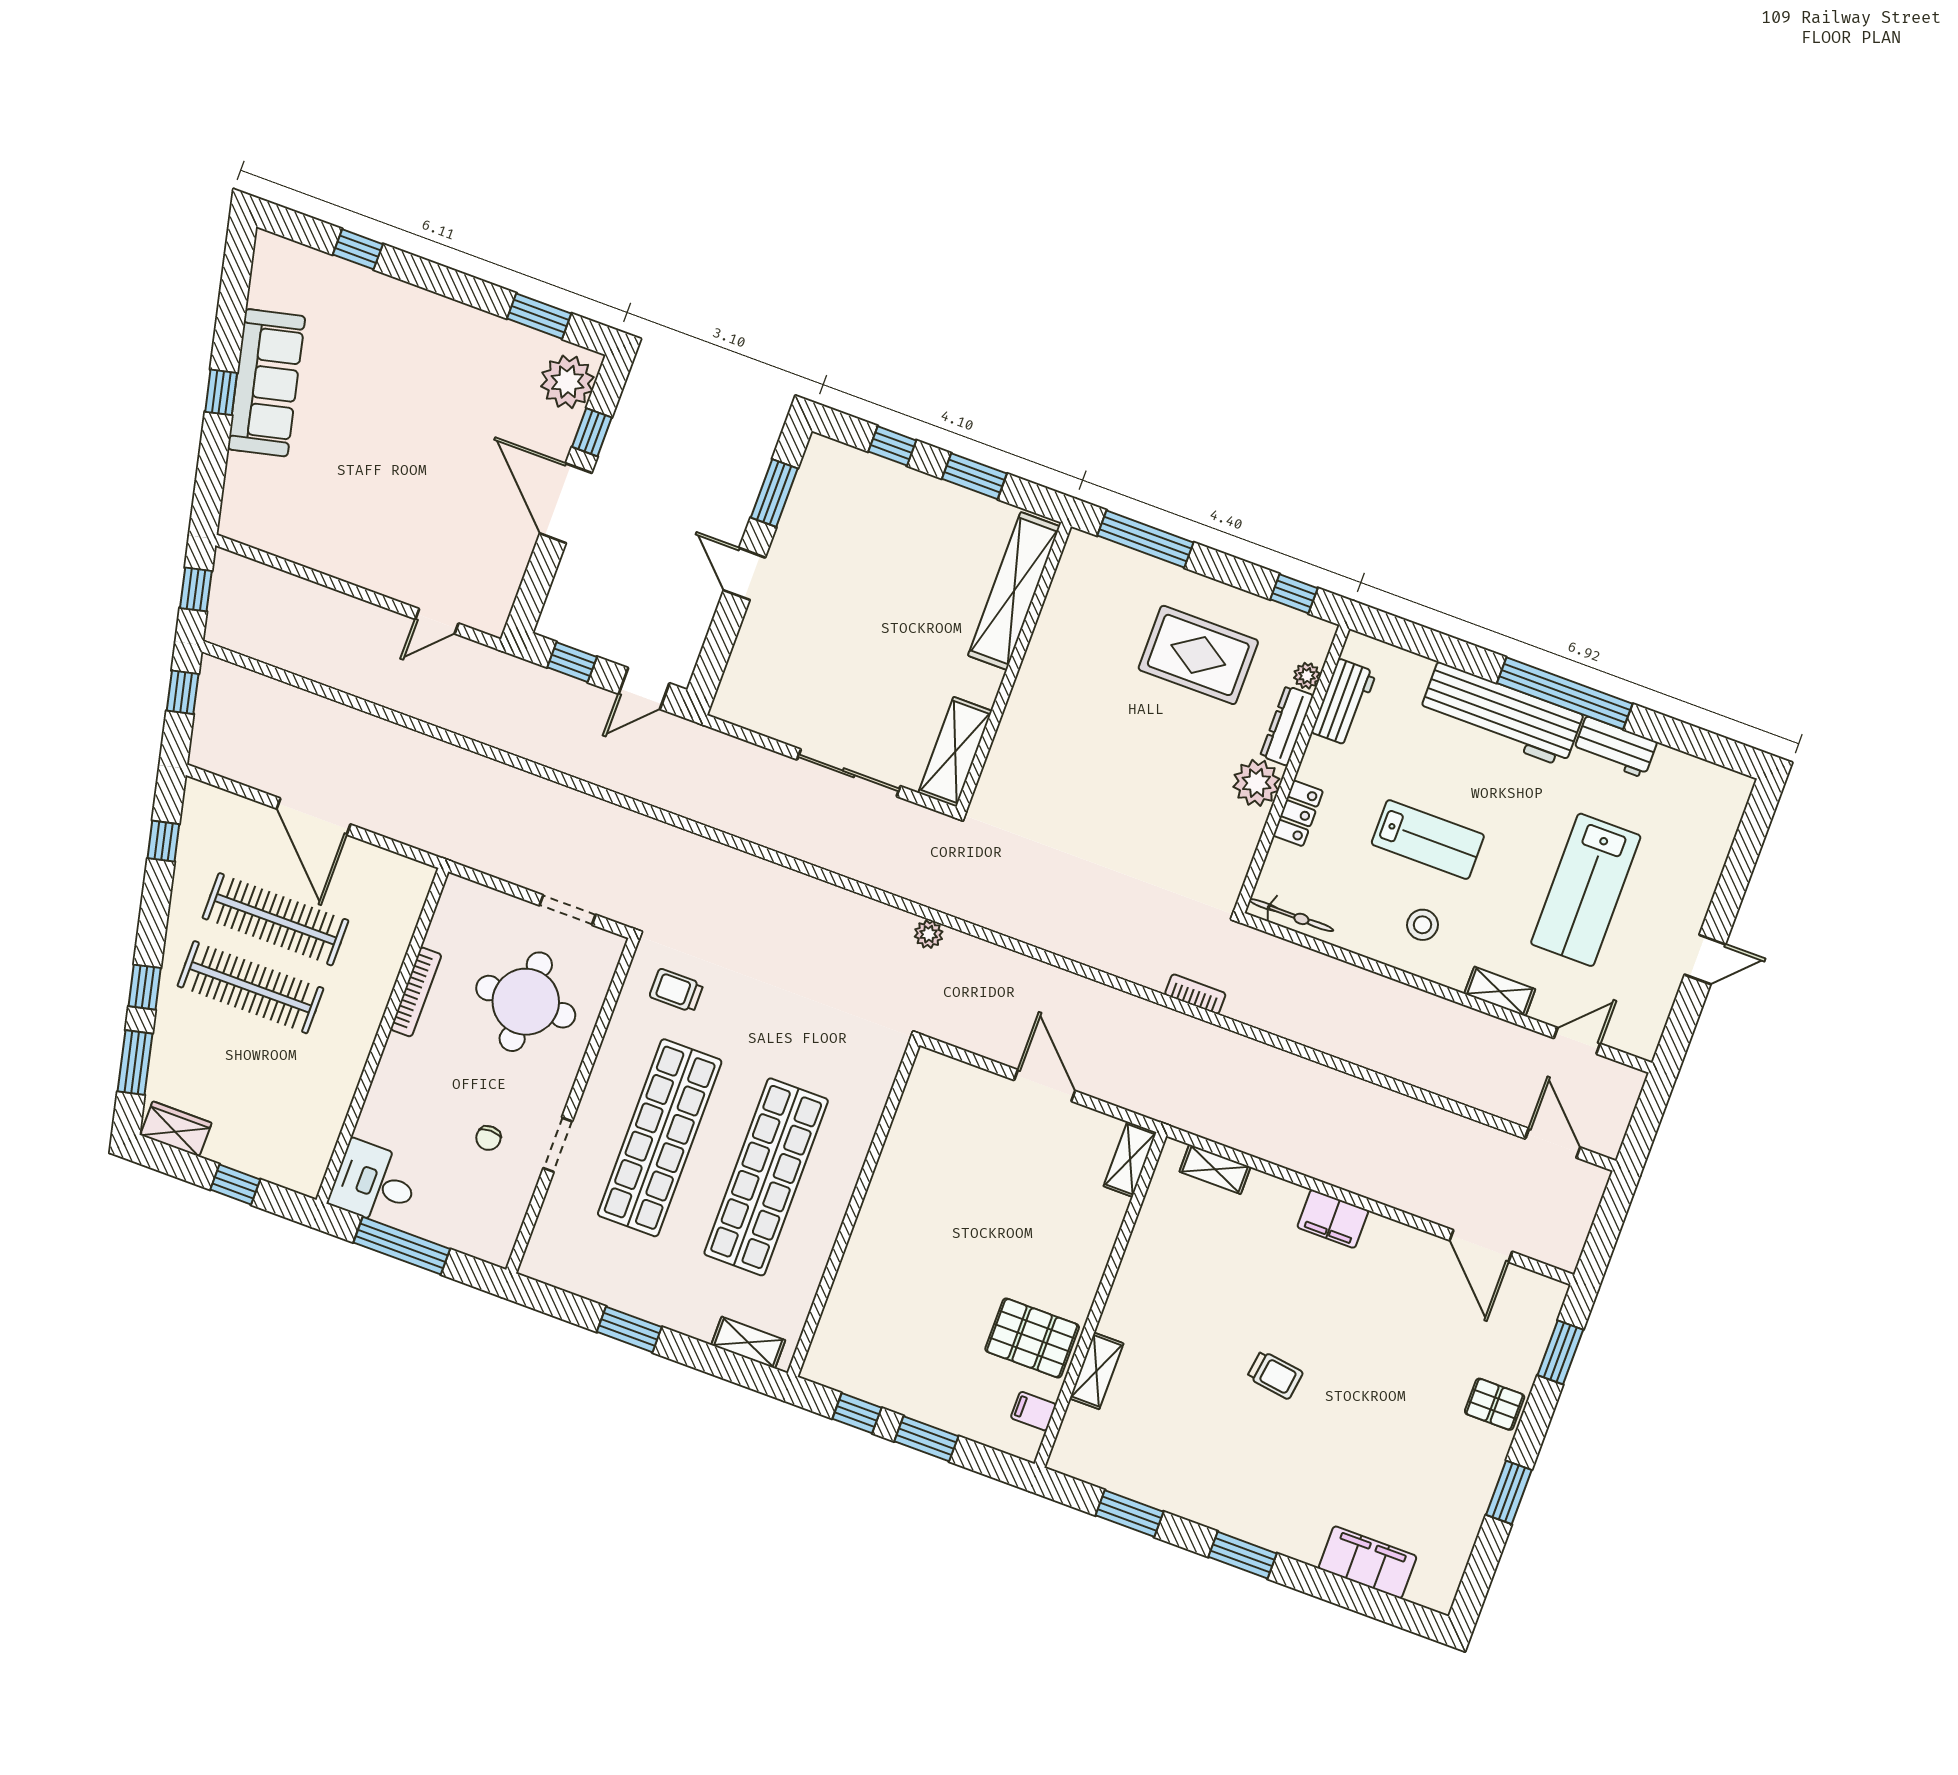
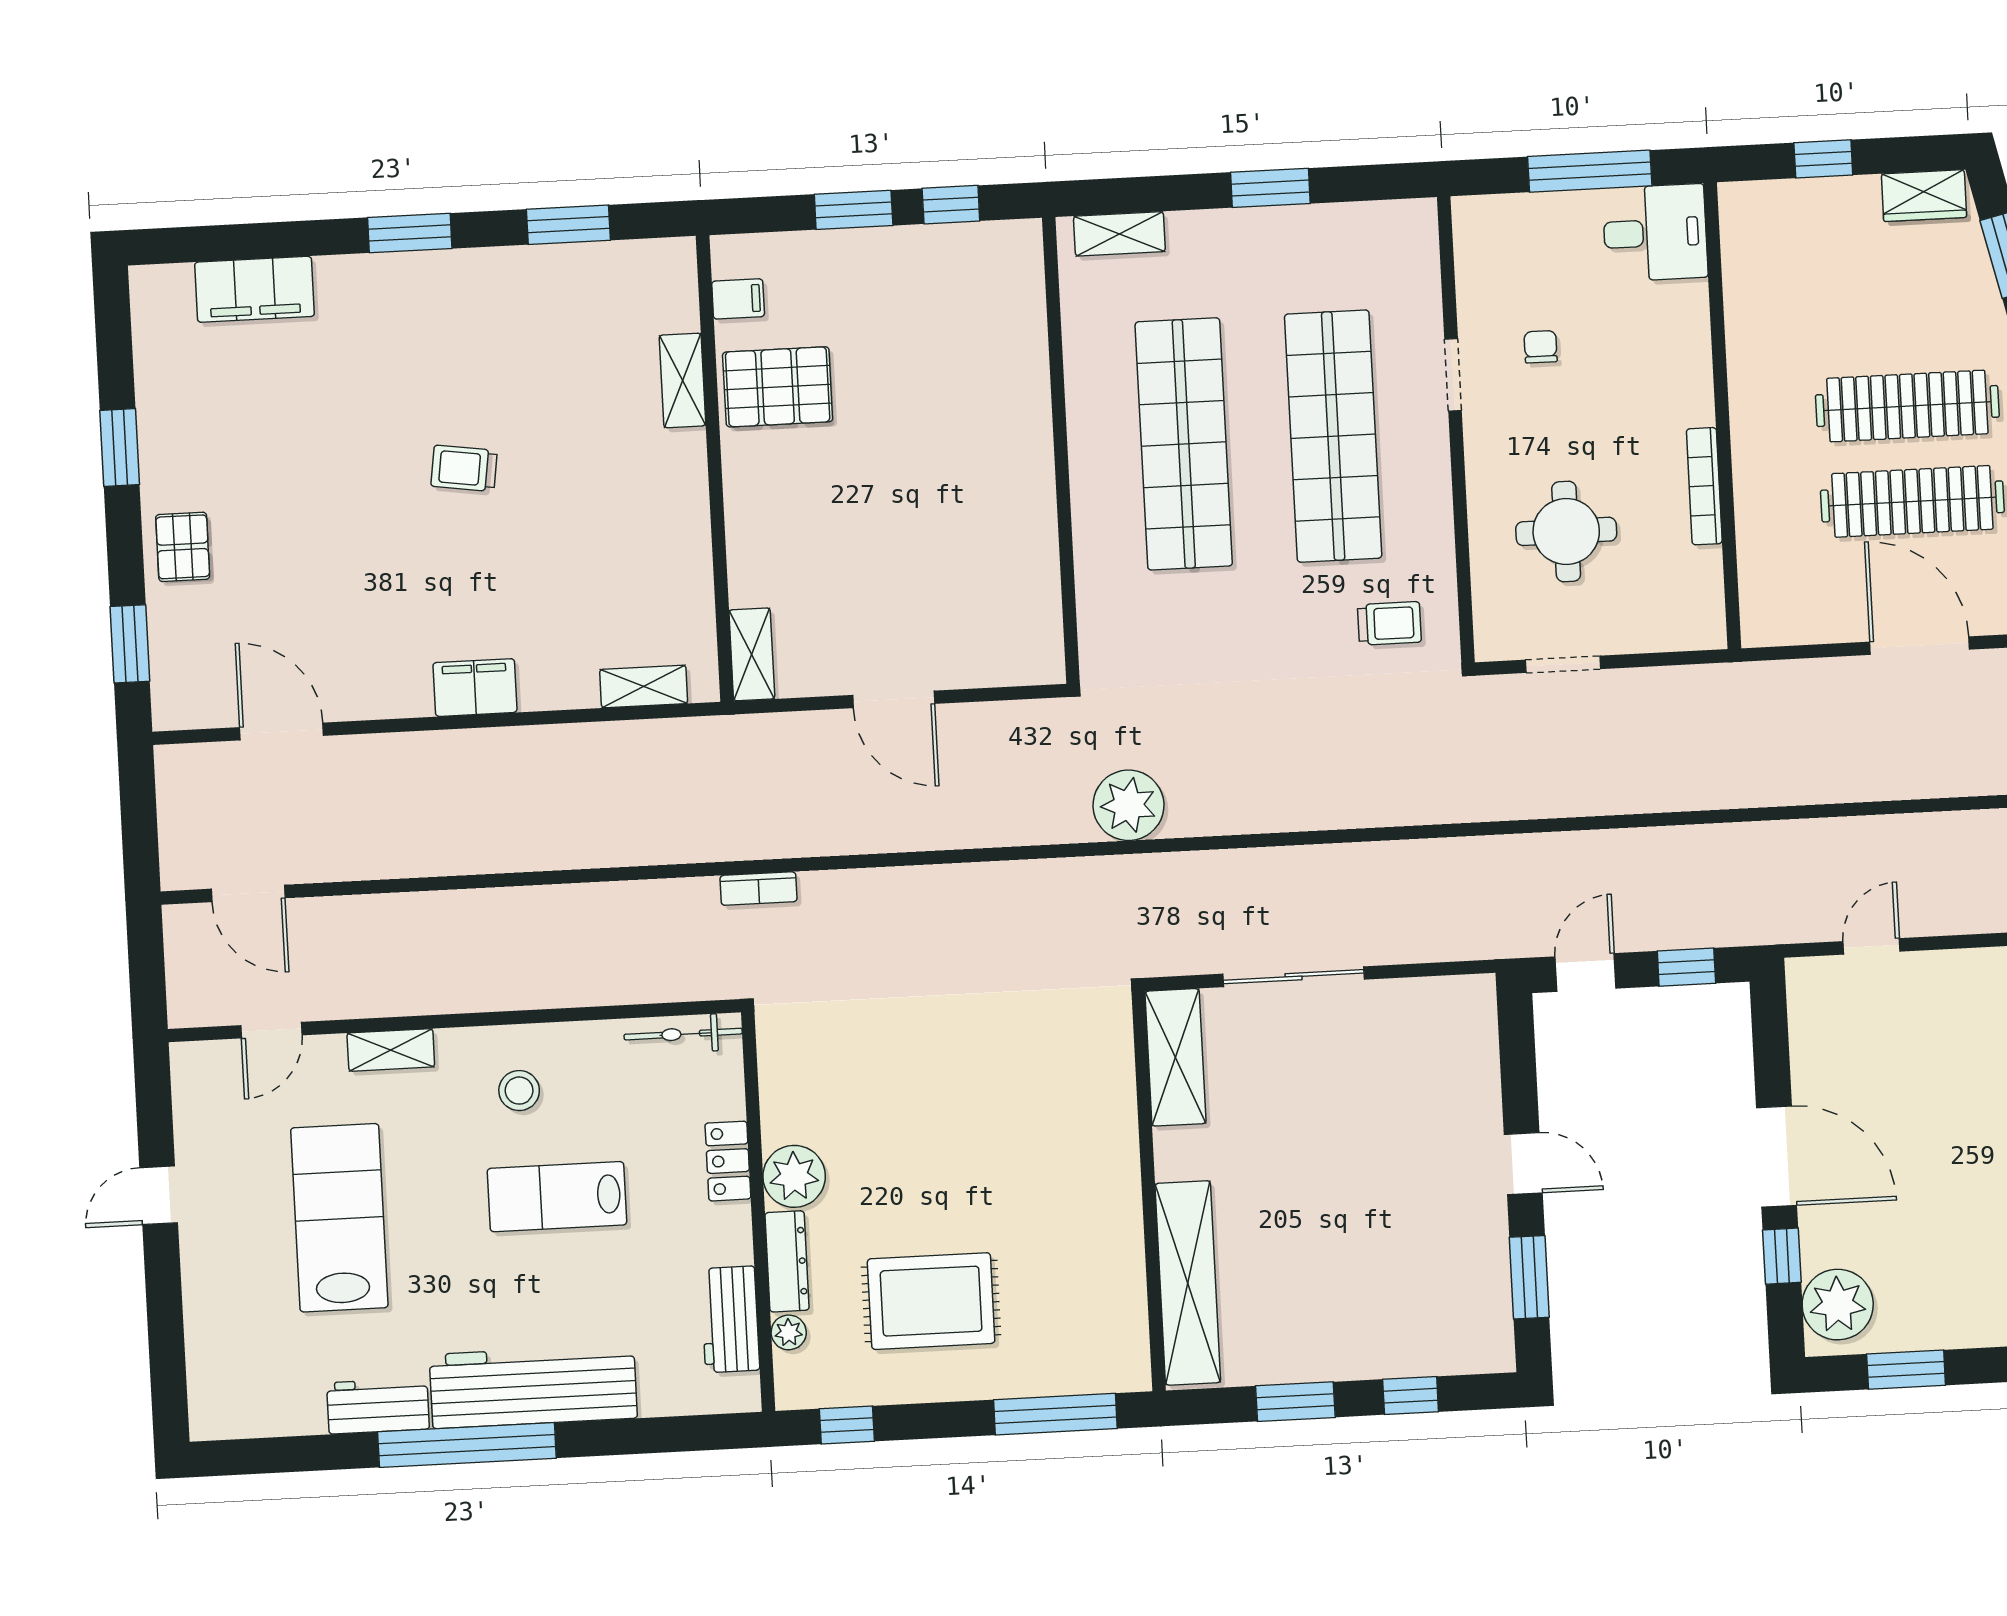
plant: (929, 934) -> (1128, 805), width x1.88, depth x1.88
round table: (526, 1002) -> (1566, 531), width x0.73, depth x0.73
pallet: (1495, 1404) -> (183, 547), turned 90

